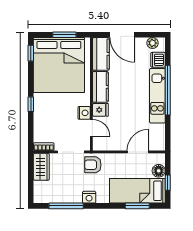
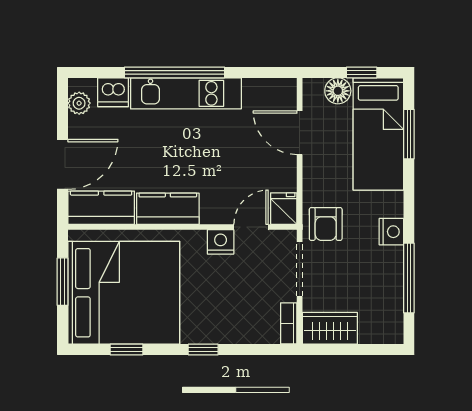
window: (31, 53) -> (126, 350), moved
fridge: (100, 110) -> (284, 209), moved

